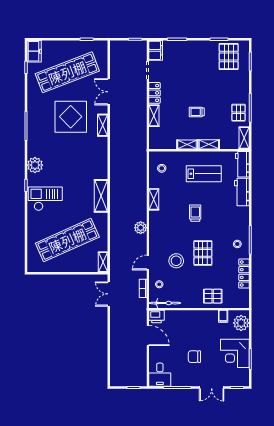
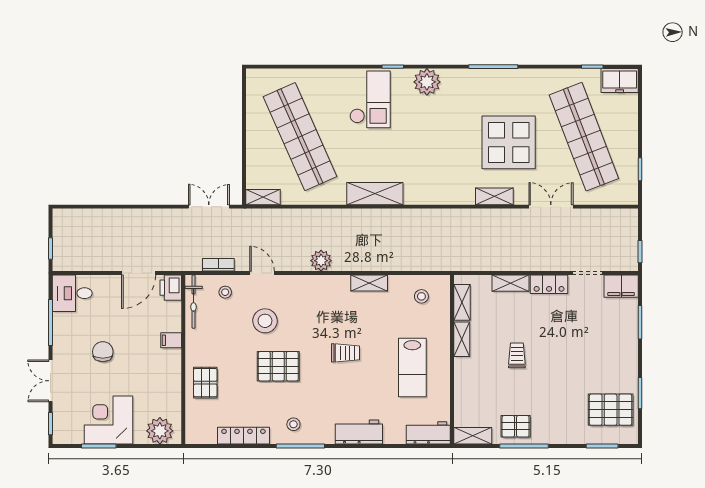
shelving: (209, 144) -> (462, 302), moved
workbench: (242, 192) -> (359, 432), moved
filing cabinet: (223, 316) -> (171, 340), moved

